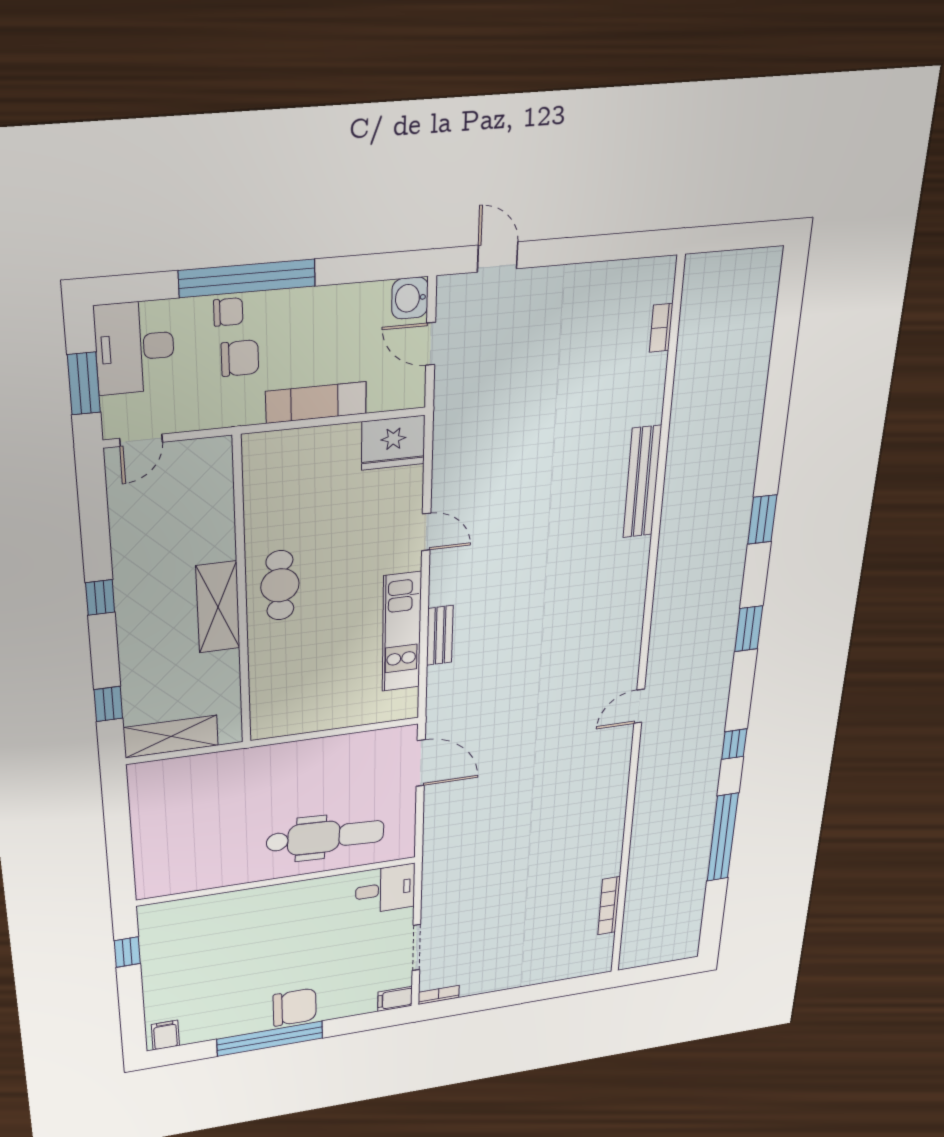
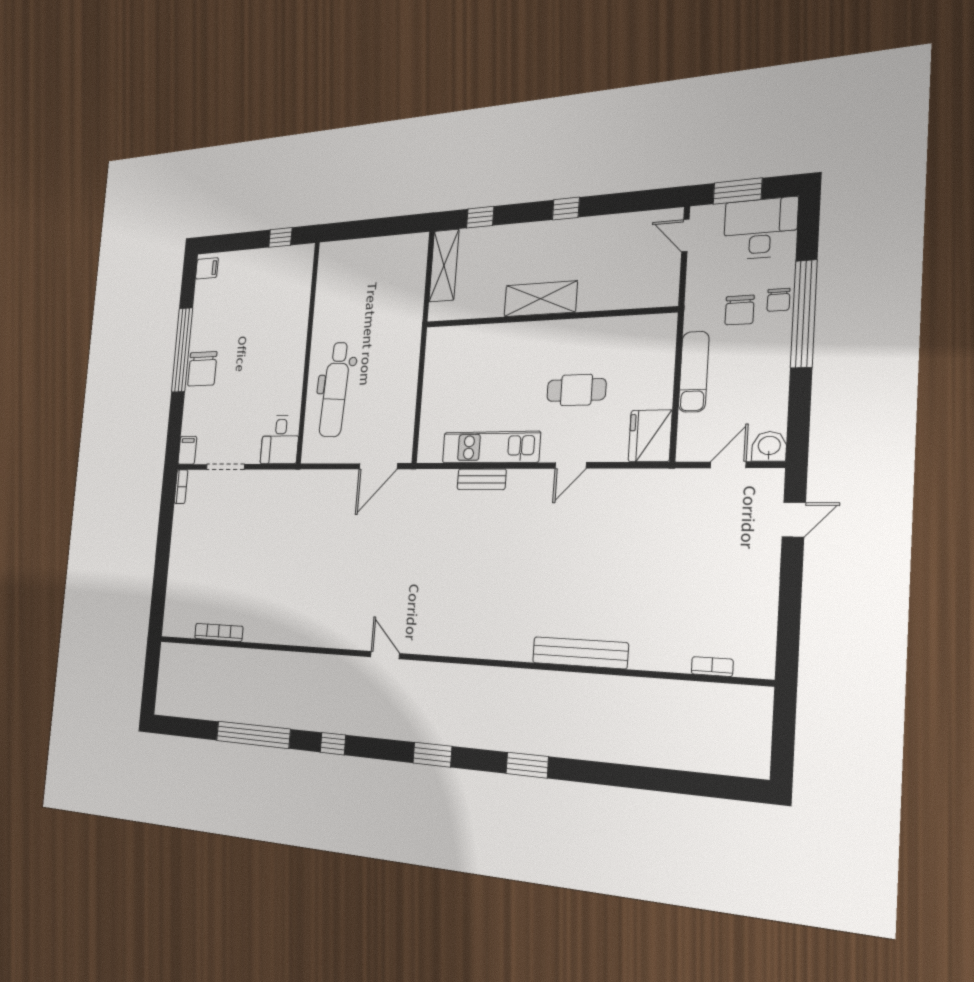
cafe table: (280, 585) -> (576, 390), moved

